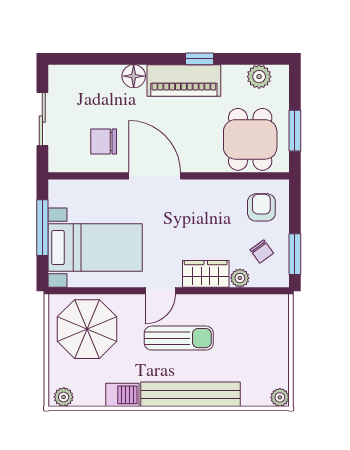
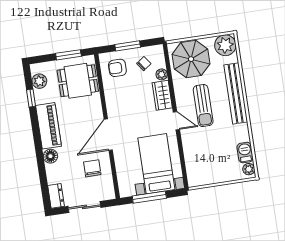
window: (199, 59) -> (31, 98), moved
dresser: (67, 75) -> (56, 196), added
chair: (104, 141) -> (92, 168), turned 180
window: (295, 254) -> (128, 46), moved
parasol: (87, 329) -> (191, 59), moved
sun lounger: (179, 338) -> (203, 106), turned 180
barbecue: (122, 395) -> (245, 153), moved
plant: (280, 397) -> (225, 45), width x1.88, depth x1.88

